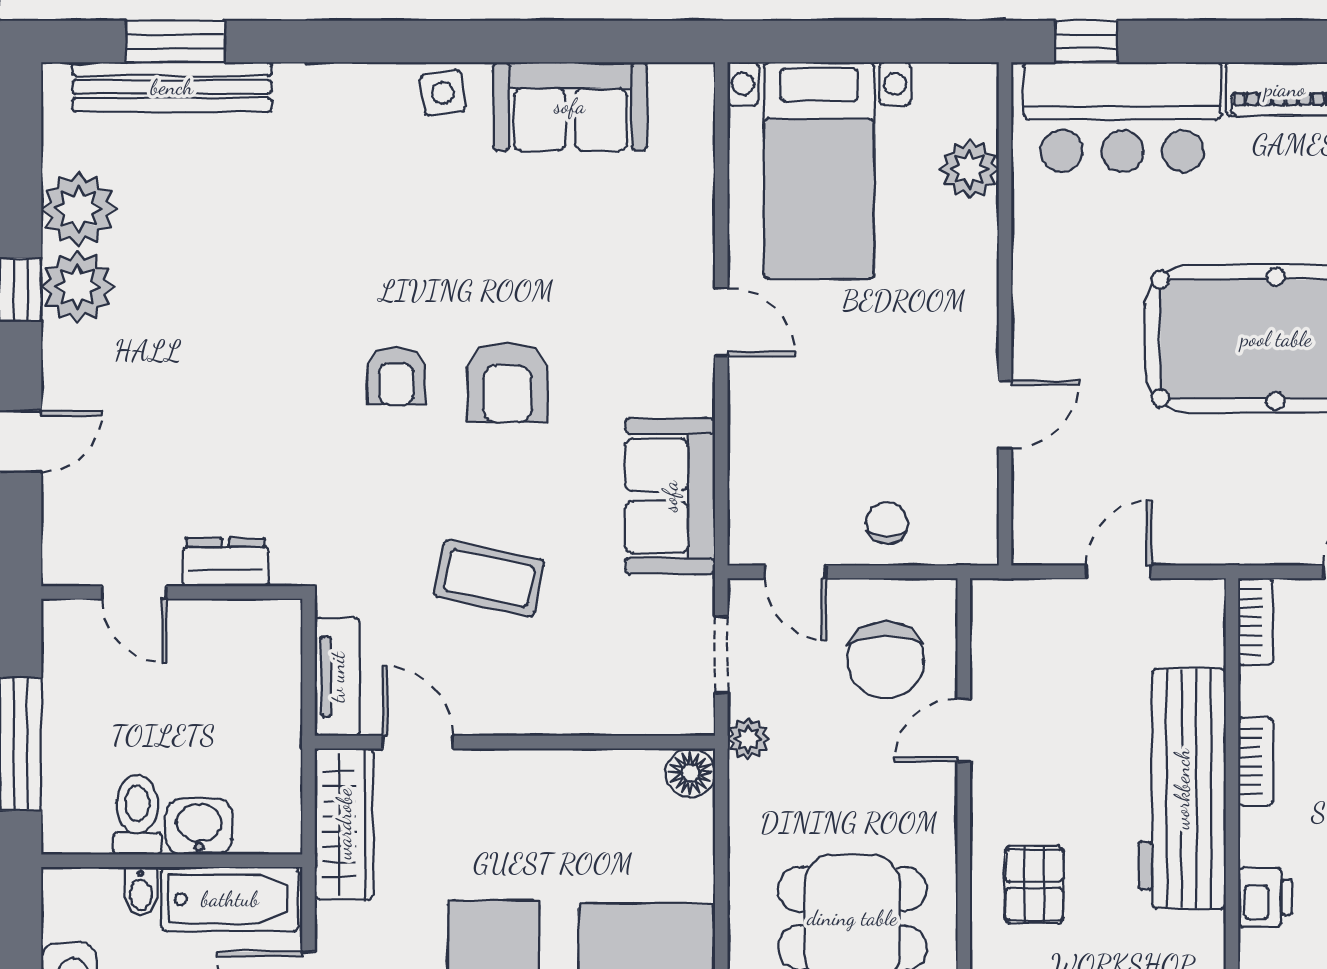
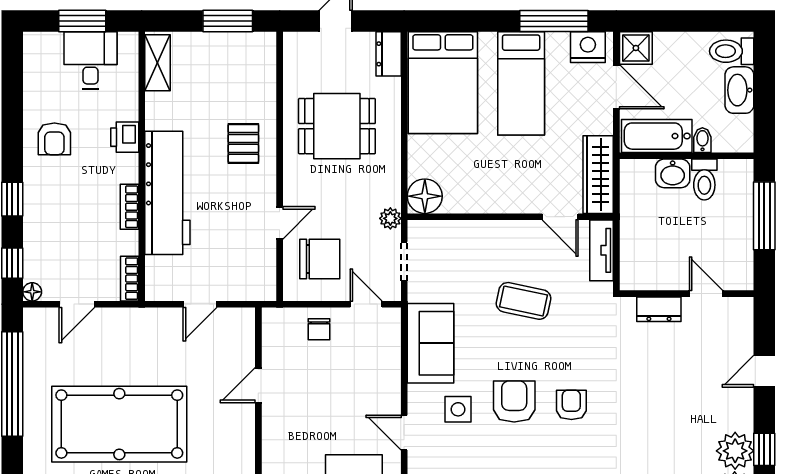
side table: (616, 367) -> (458, 409), added
chair: (886, 660) -> (320, 259), turned 91
floor lamp: (690, 773) -> (425, 196), width x1.38, depth x1.38

